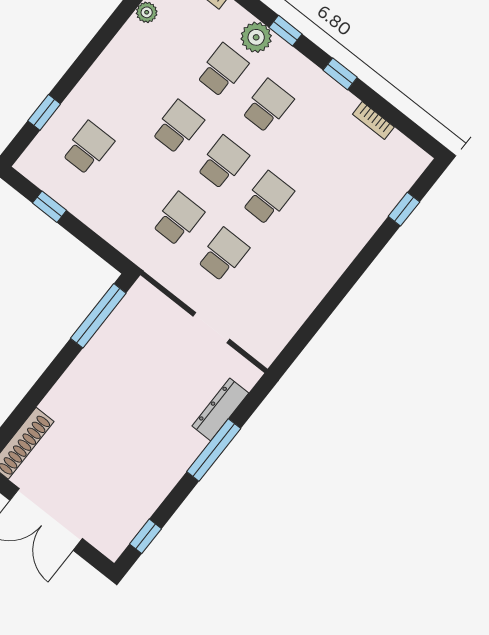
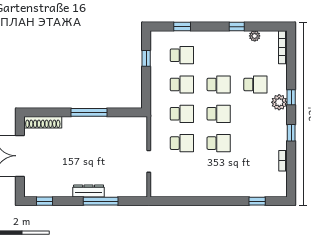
window: (110, 28) -> (237, 27), added
plant: (256, 37) -> (279, 102), moved
school desk: (267, 106) -> (182, 85), moved
window: (98, 316) -> (89, 112), moved
dresser: (220, 409) -> (89, 191), moved

